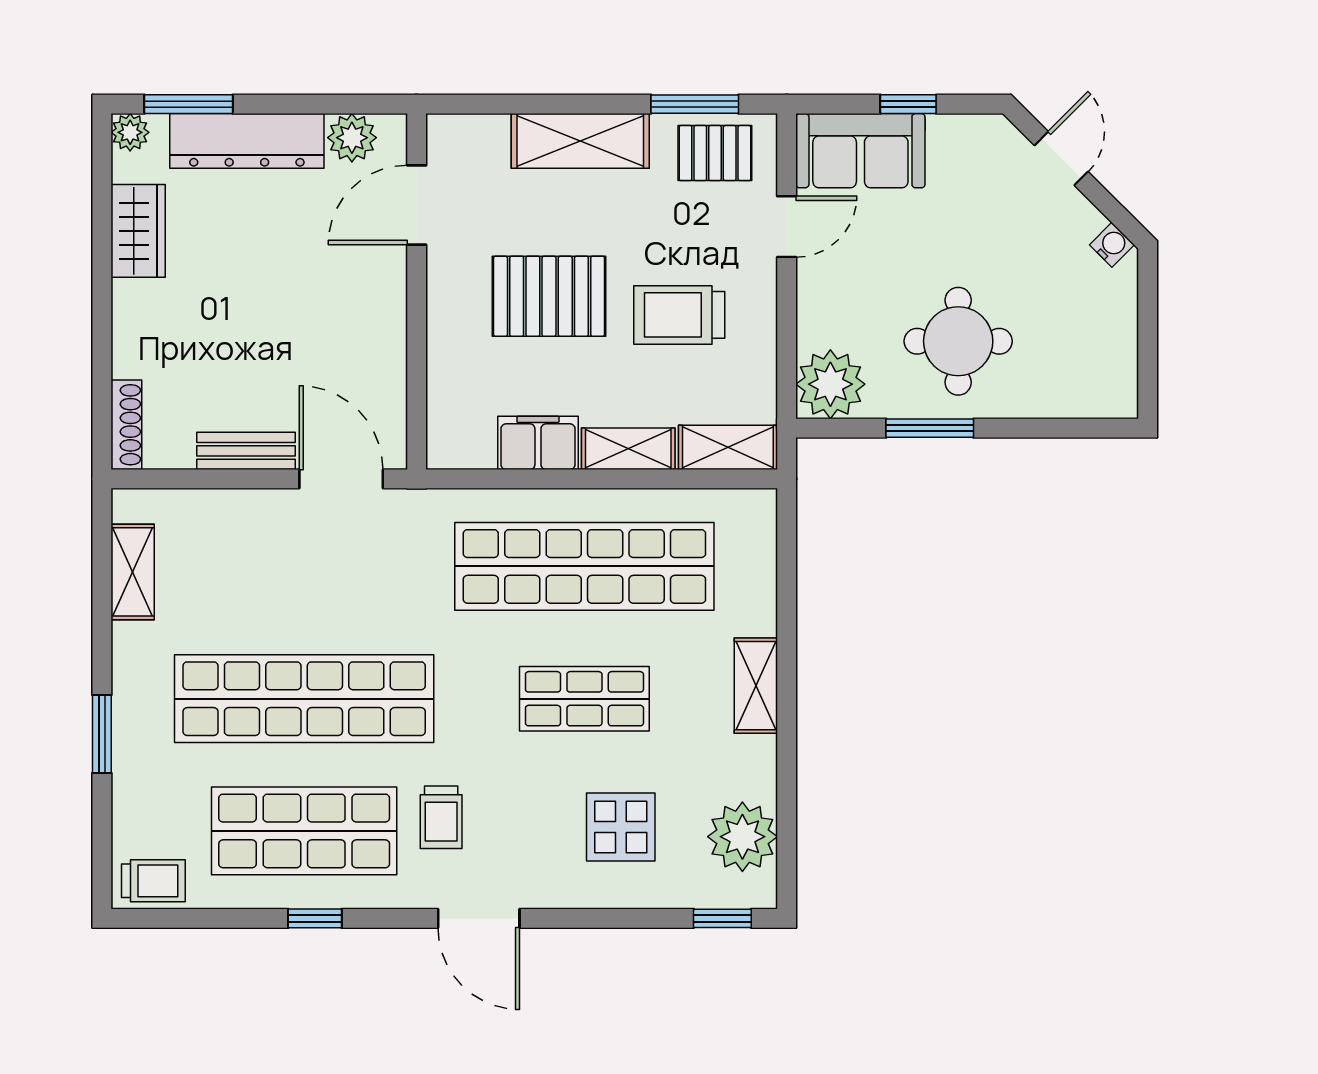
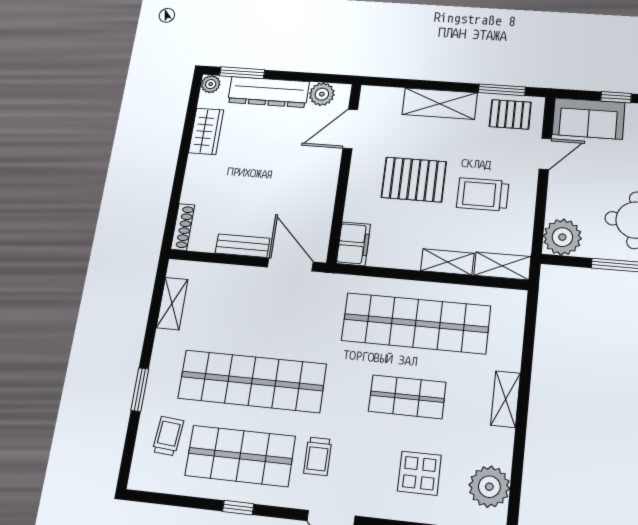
filing cabinet: (538, 443) -> (353, 244), moved, turned 90
trolley: (153, 881) -> (168, 436), moved, turned -85

